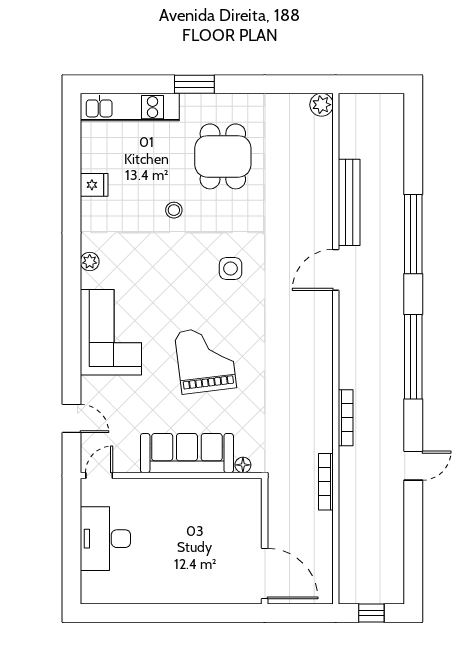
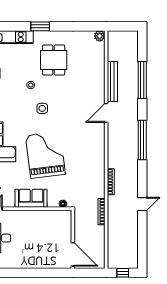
window: (413, 234) -> (142, 80), moved
side table: (231, 268) -> (42, 108), moved
window: (413, 357) -> (142, 140), moved
grand piano: (206, 360) -> (45, 155), width x1.37, depth x1.48
sofa: (187, 453) -> (31, 198), width x0.73

